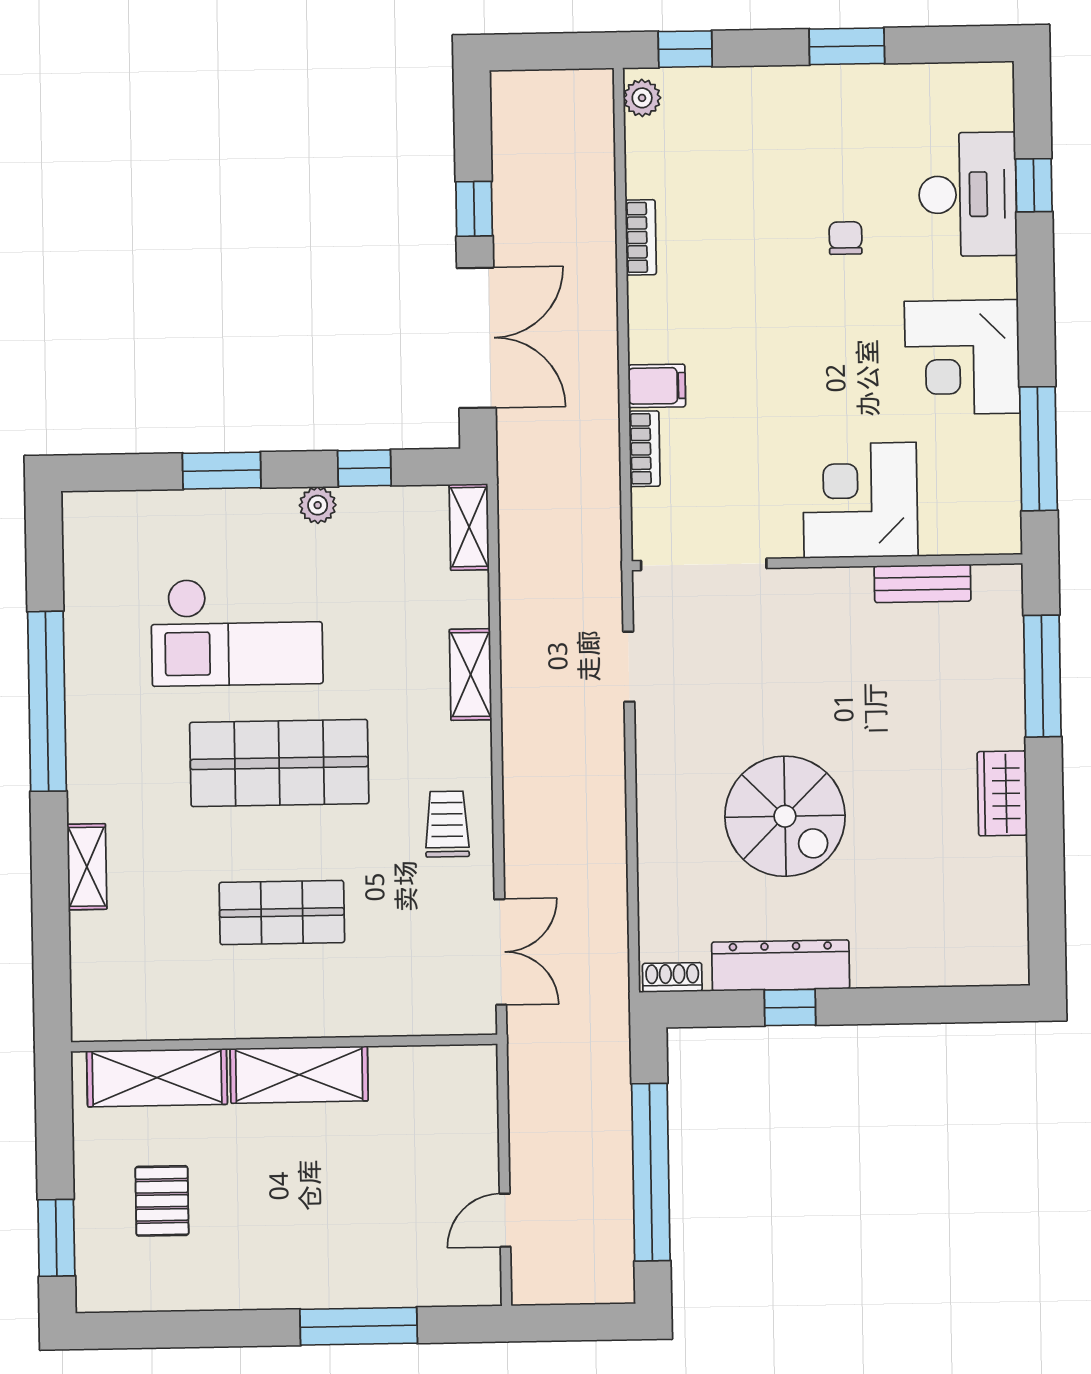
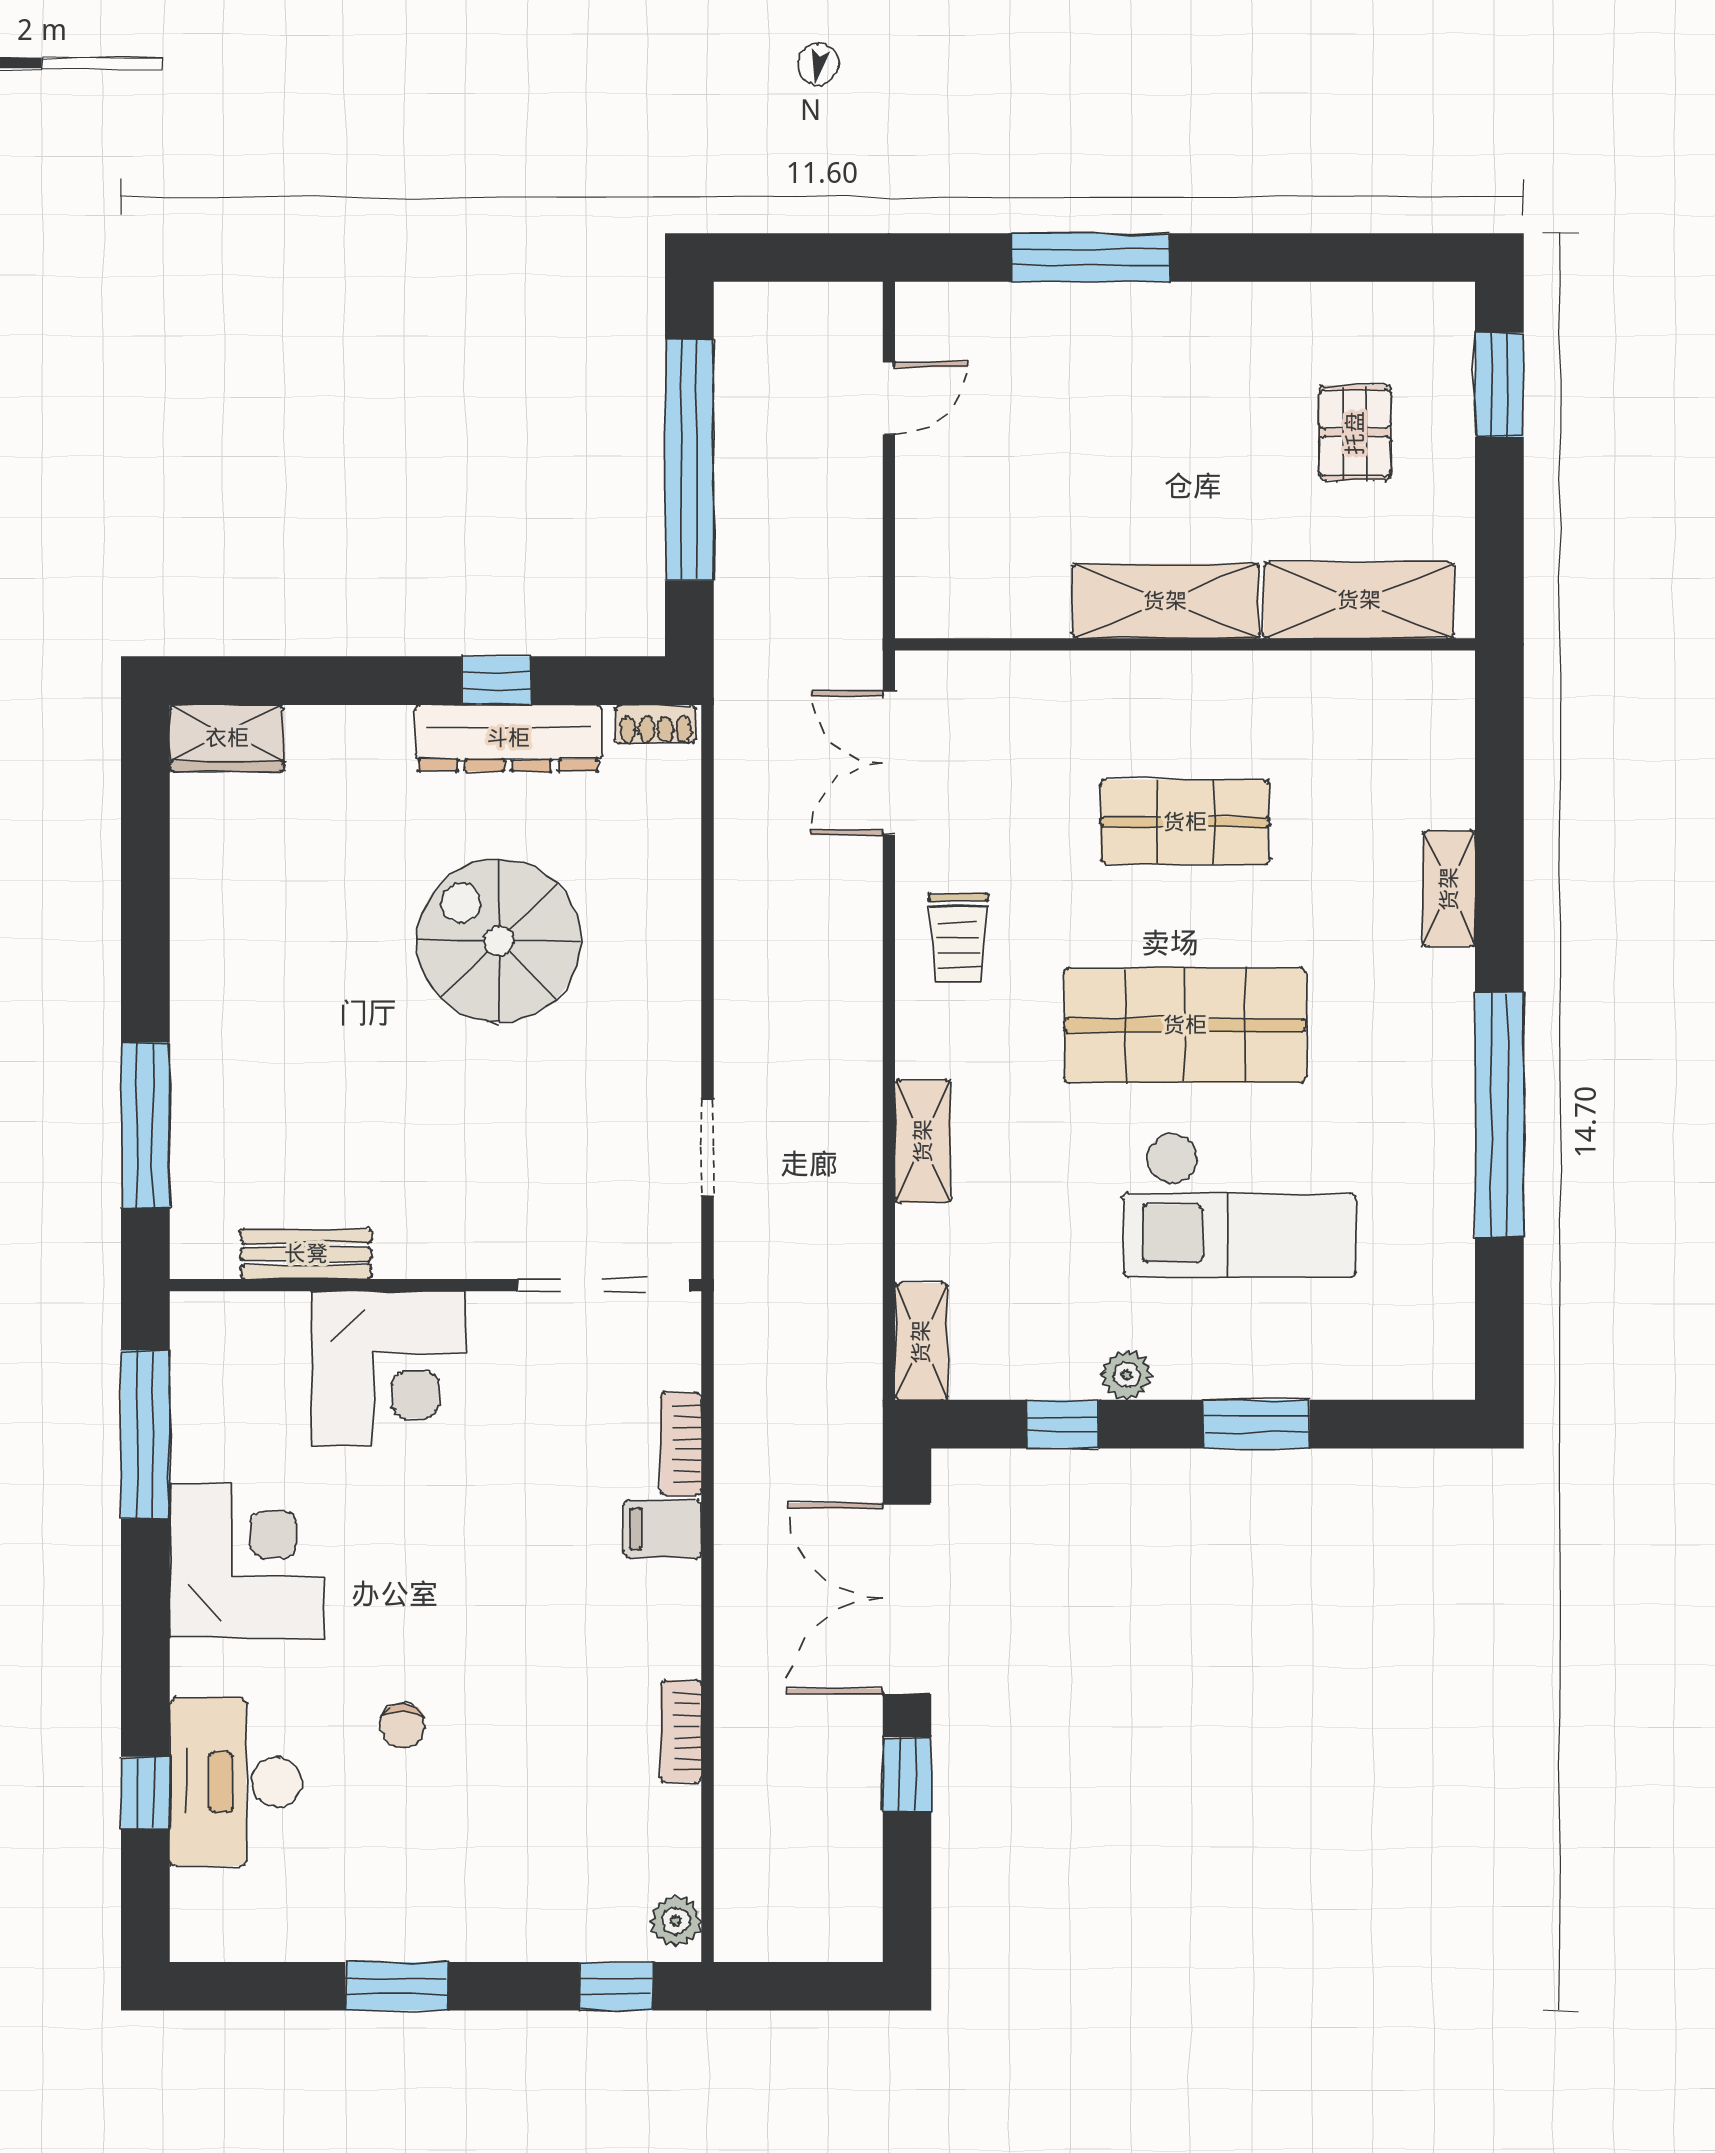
checkout: (237, 632) -> (1240, 1205), turned 180
wardrobe: (1002, 793) -> (227, 738), moved, turned 90

